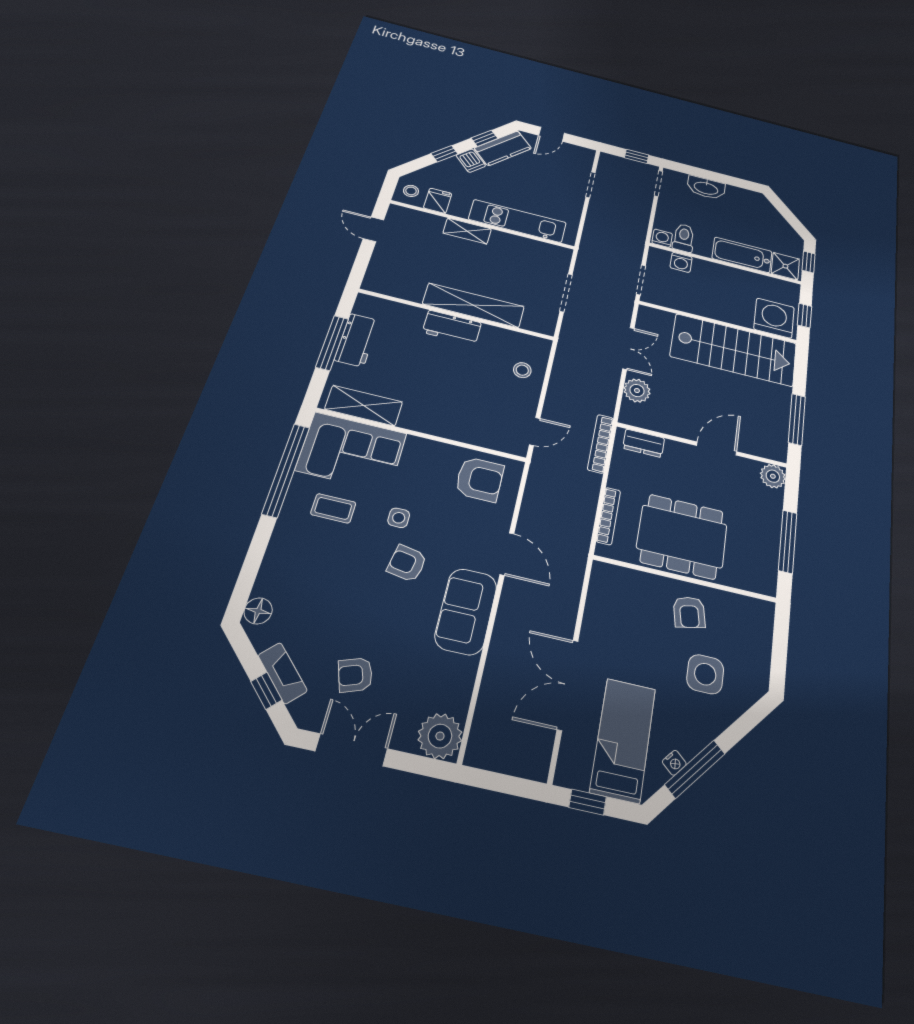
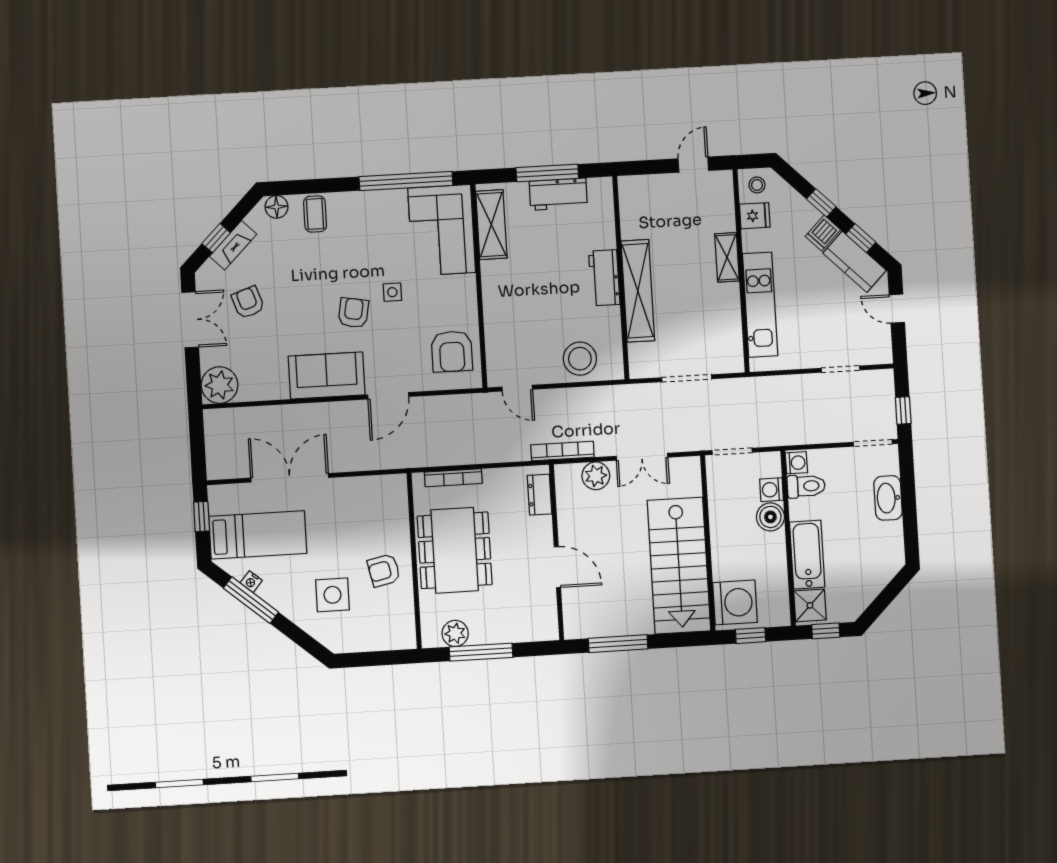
boiler: (705, 270) -> (770, 517), added
stool: (522, 370) -> (580, 359), width x1.89, depth x1.89
bookcase: (600, 444) -> (562, 451), moved
plant: (773, 476) -> (455, 633), moved
coffee table: (333, 508) -> (315, 214), moved

